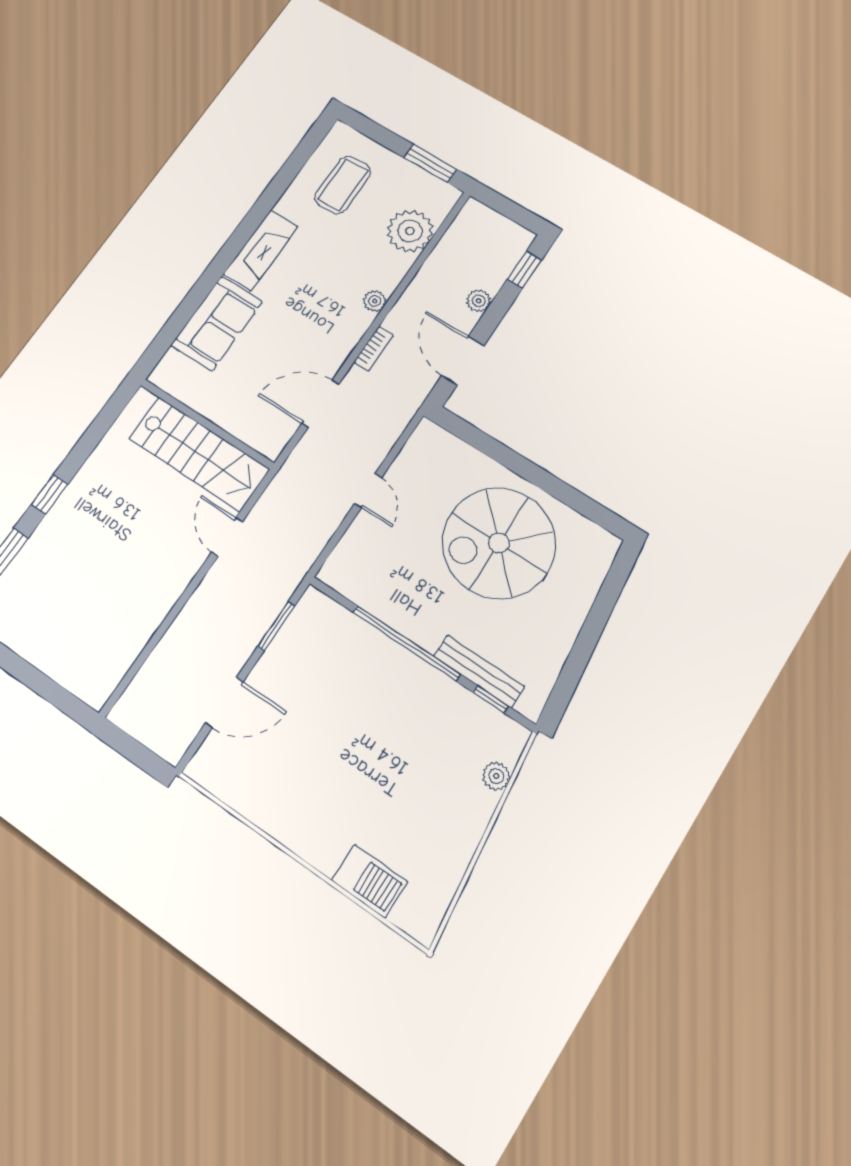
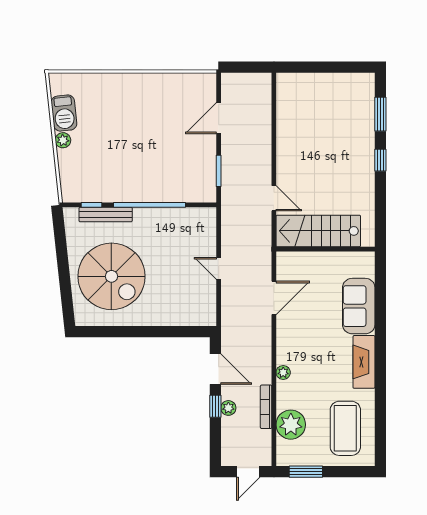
coffee table: (343, 185) -> (345, 428), width x1.36, depth x1.32
door: (506, 207) -> (248, 472), added
window: (524, 270) -> (215, 406), moved
bookcase: (374, 349) -> (266, 407), moved, width x1.56
spiral stairs: (499, 543) -> (111, 276), moved, turned 90
plant: (496, 776) -> (63, 140), moved
barbecue: (370, 881) -> (64, 113), moved, turned -96

